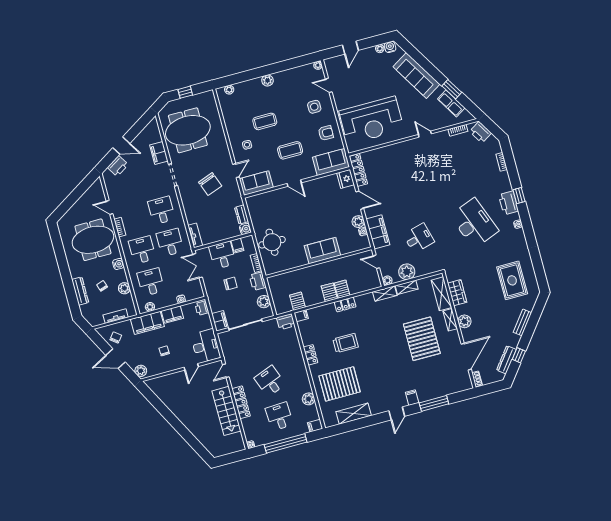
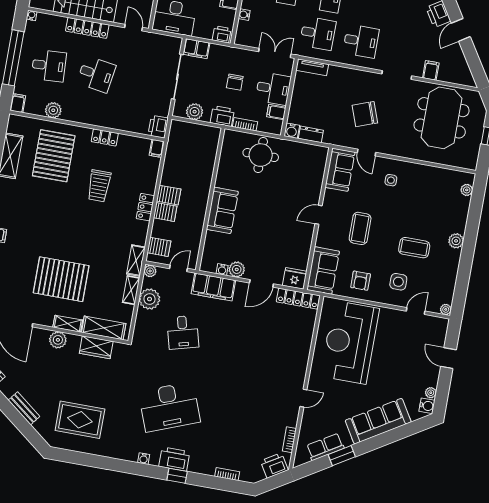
coffee table: (265, 121) -> (414, 248), moved, turned 90
filing cabinet: (159, 153) -> (431, 70), width x0.50
server rack: (297, 301) -> (159, 247), moved
desk: (270, 381) -> (96, 74), turned 30

